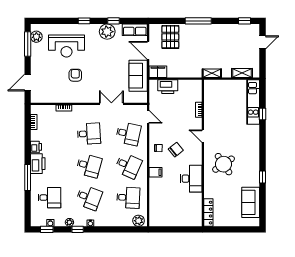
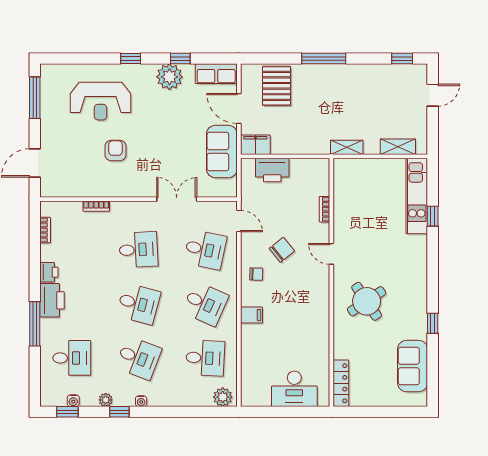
plant: (36, 37) -> (50, 85), removed
chair: (176, 150) -> (282, 250), moved
desk: (191, 179) -> (294, 389), moved, turned 90

